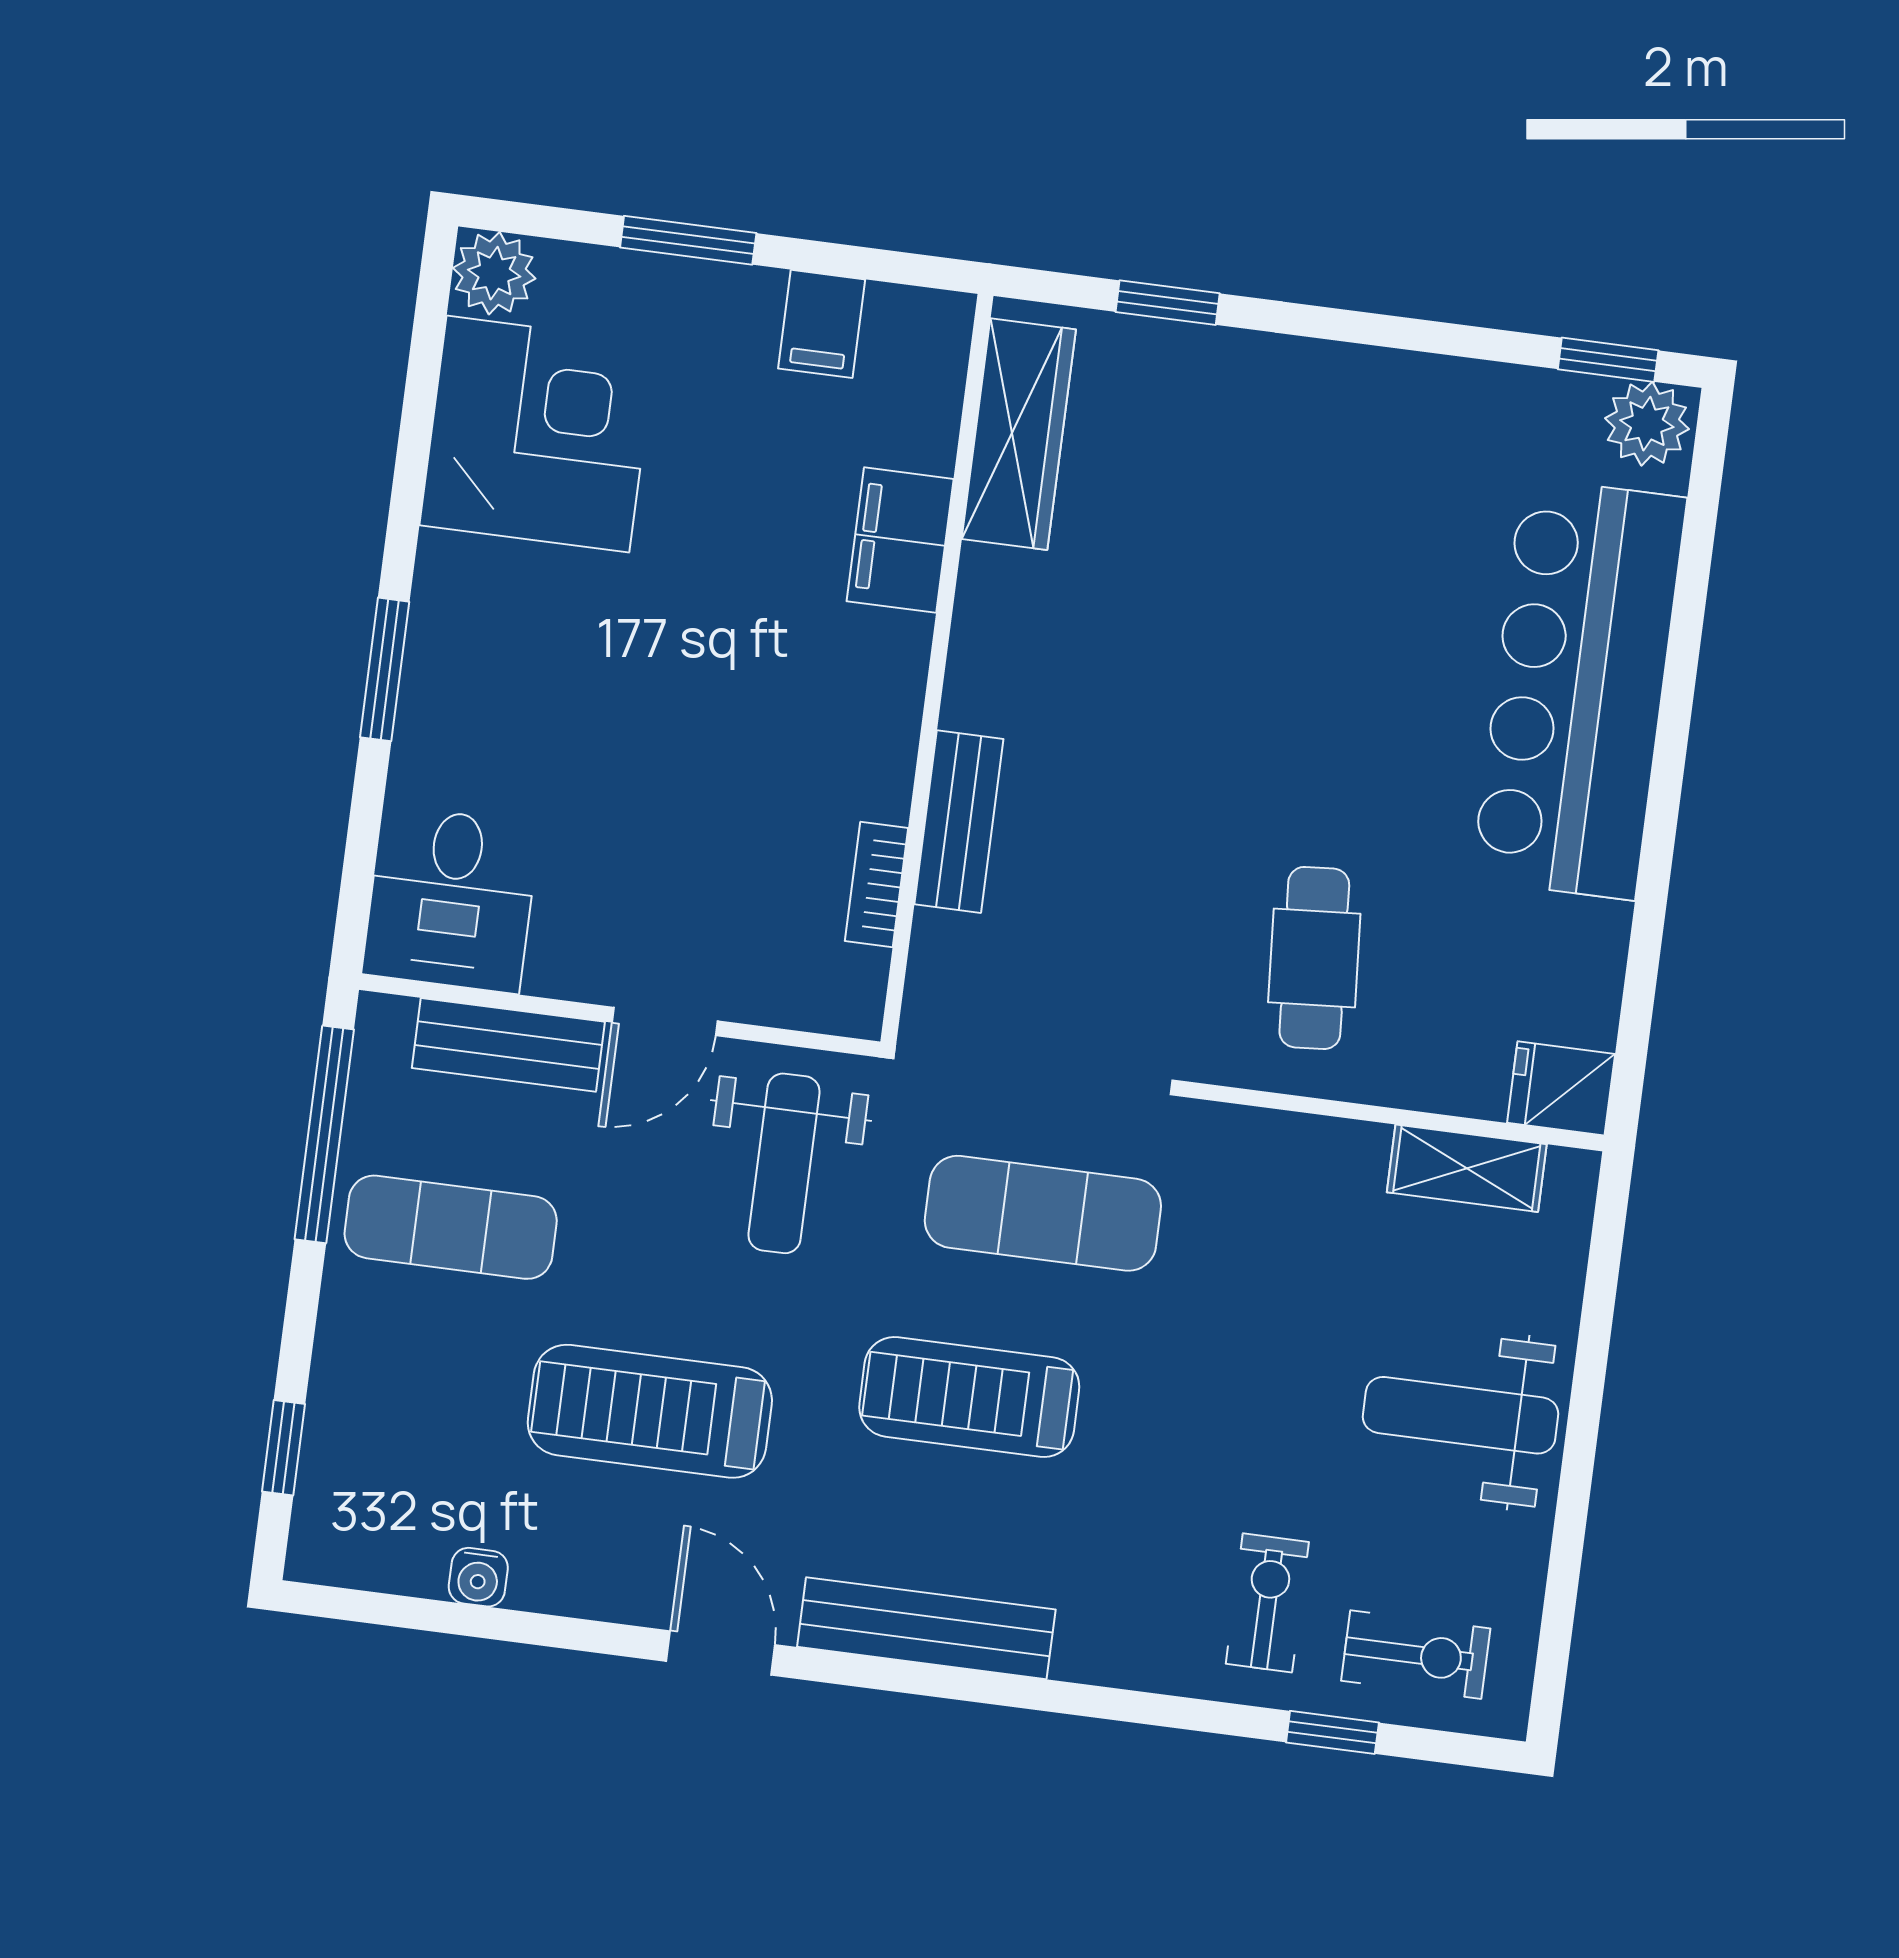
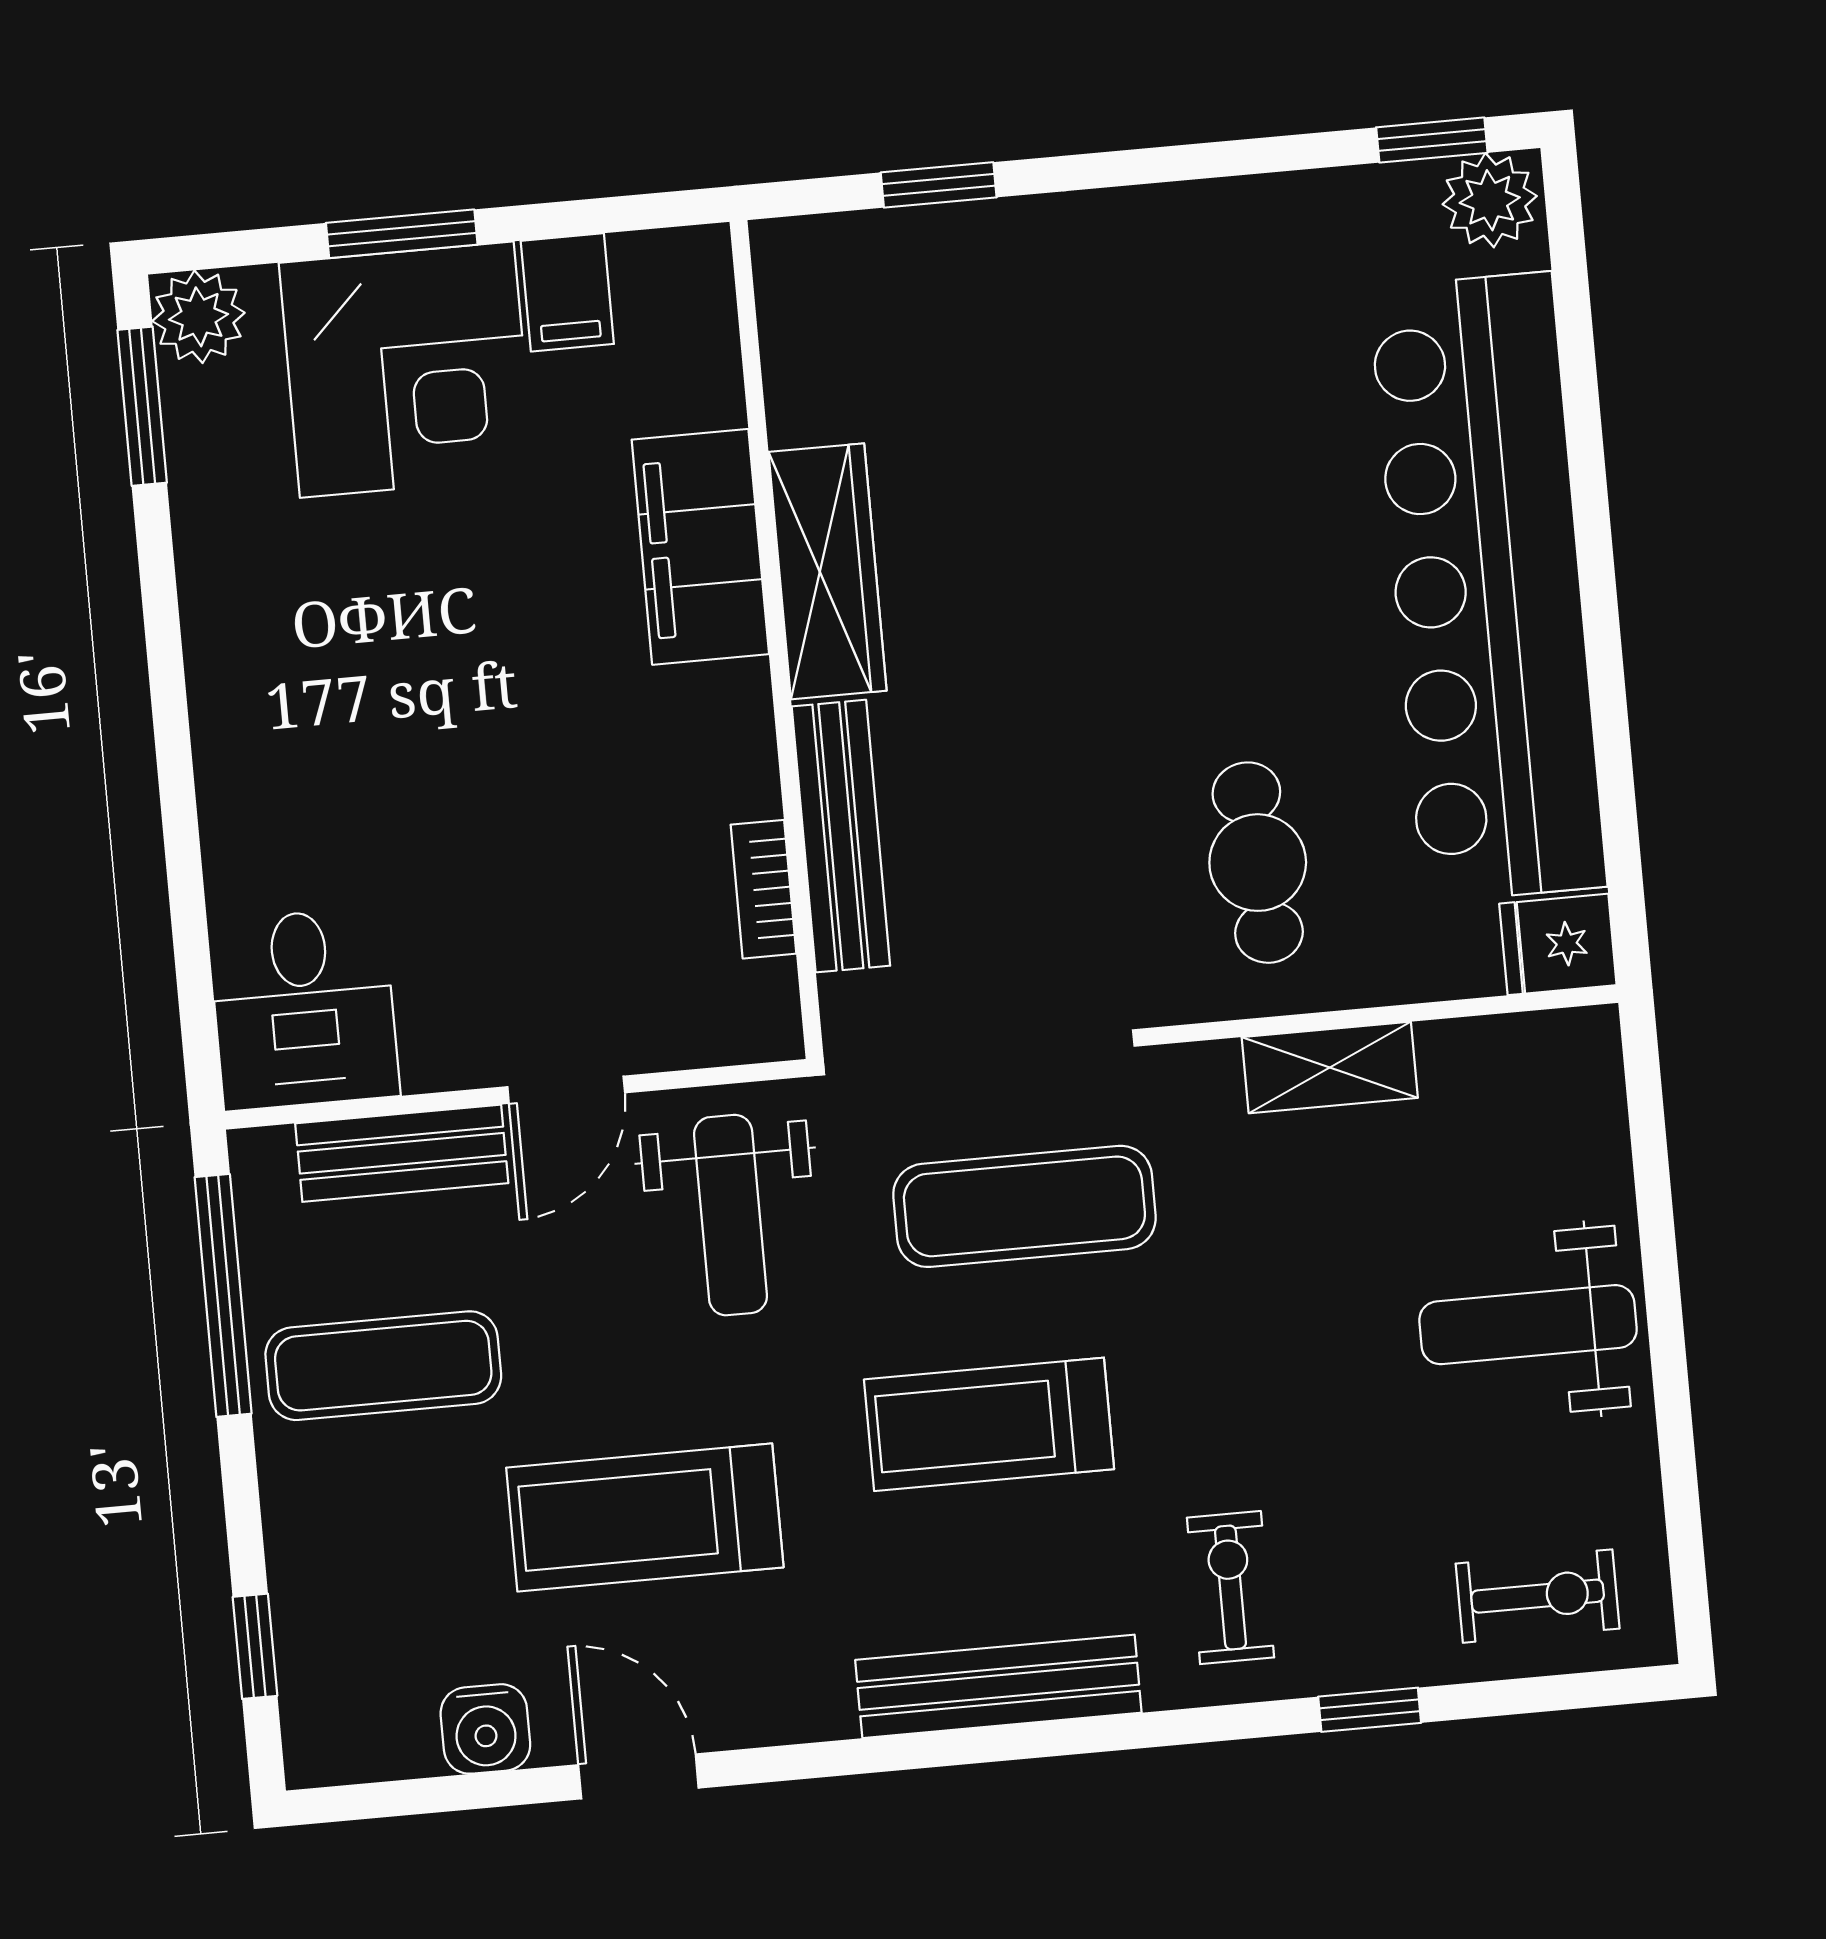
corner desk: (538, 434) -> (407, 370), moved, turned 90
wardrobe: (1019, 434) -> (827, 571), moved
filing cabinet: (900, 540) -> (700, 547), width x1.50, depth x1.17
window: (385, 669) -> (142, 406), moved
bar counter: (1579, 689) -> (1488, 587), width x1.36
bench: (959, 822) -> (841, 836), width x1.36
shelving: (1467, 1168) -> (1330, 1068), moved
water cooler: (478, 1577) -> (485, 1729), width x1.38, depth x1.38
exercise bike: (1267, 1603) -> (1230, 1588), moved
door: (721, 1653) -> (638, 1776), moved
window: (1332, 1732) -> (1370, 1710), moved

